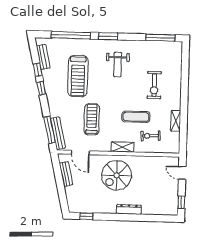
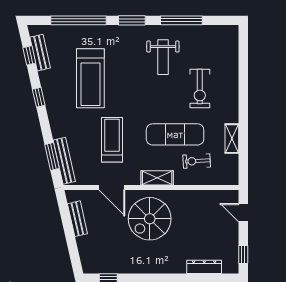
window: (160, 38) -> (181, 20), moved
weight bench: (118, 64) -> (163, 57), moved
window: (38, 70) -> (29, 55), moved
exercise mat: (136, 117) -> (175, 134), width x1.36, depth x1.45
window: (49, 130) -> (52, 157), width x0.69
door: (80, 152) -> (112, 187), moved
dresser: (129, 209) -> (204, 267), moved

